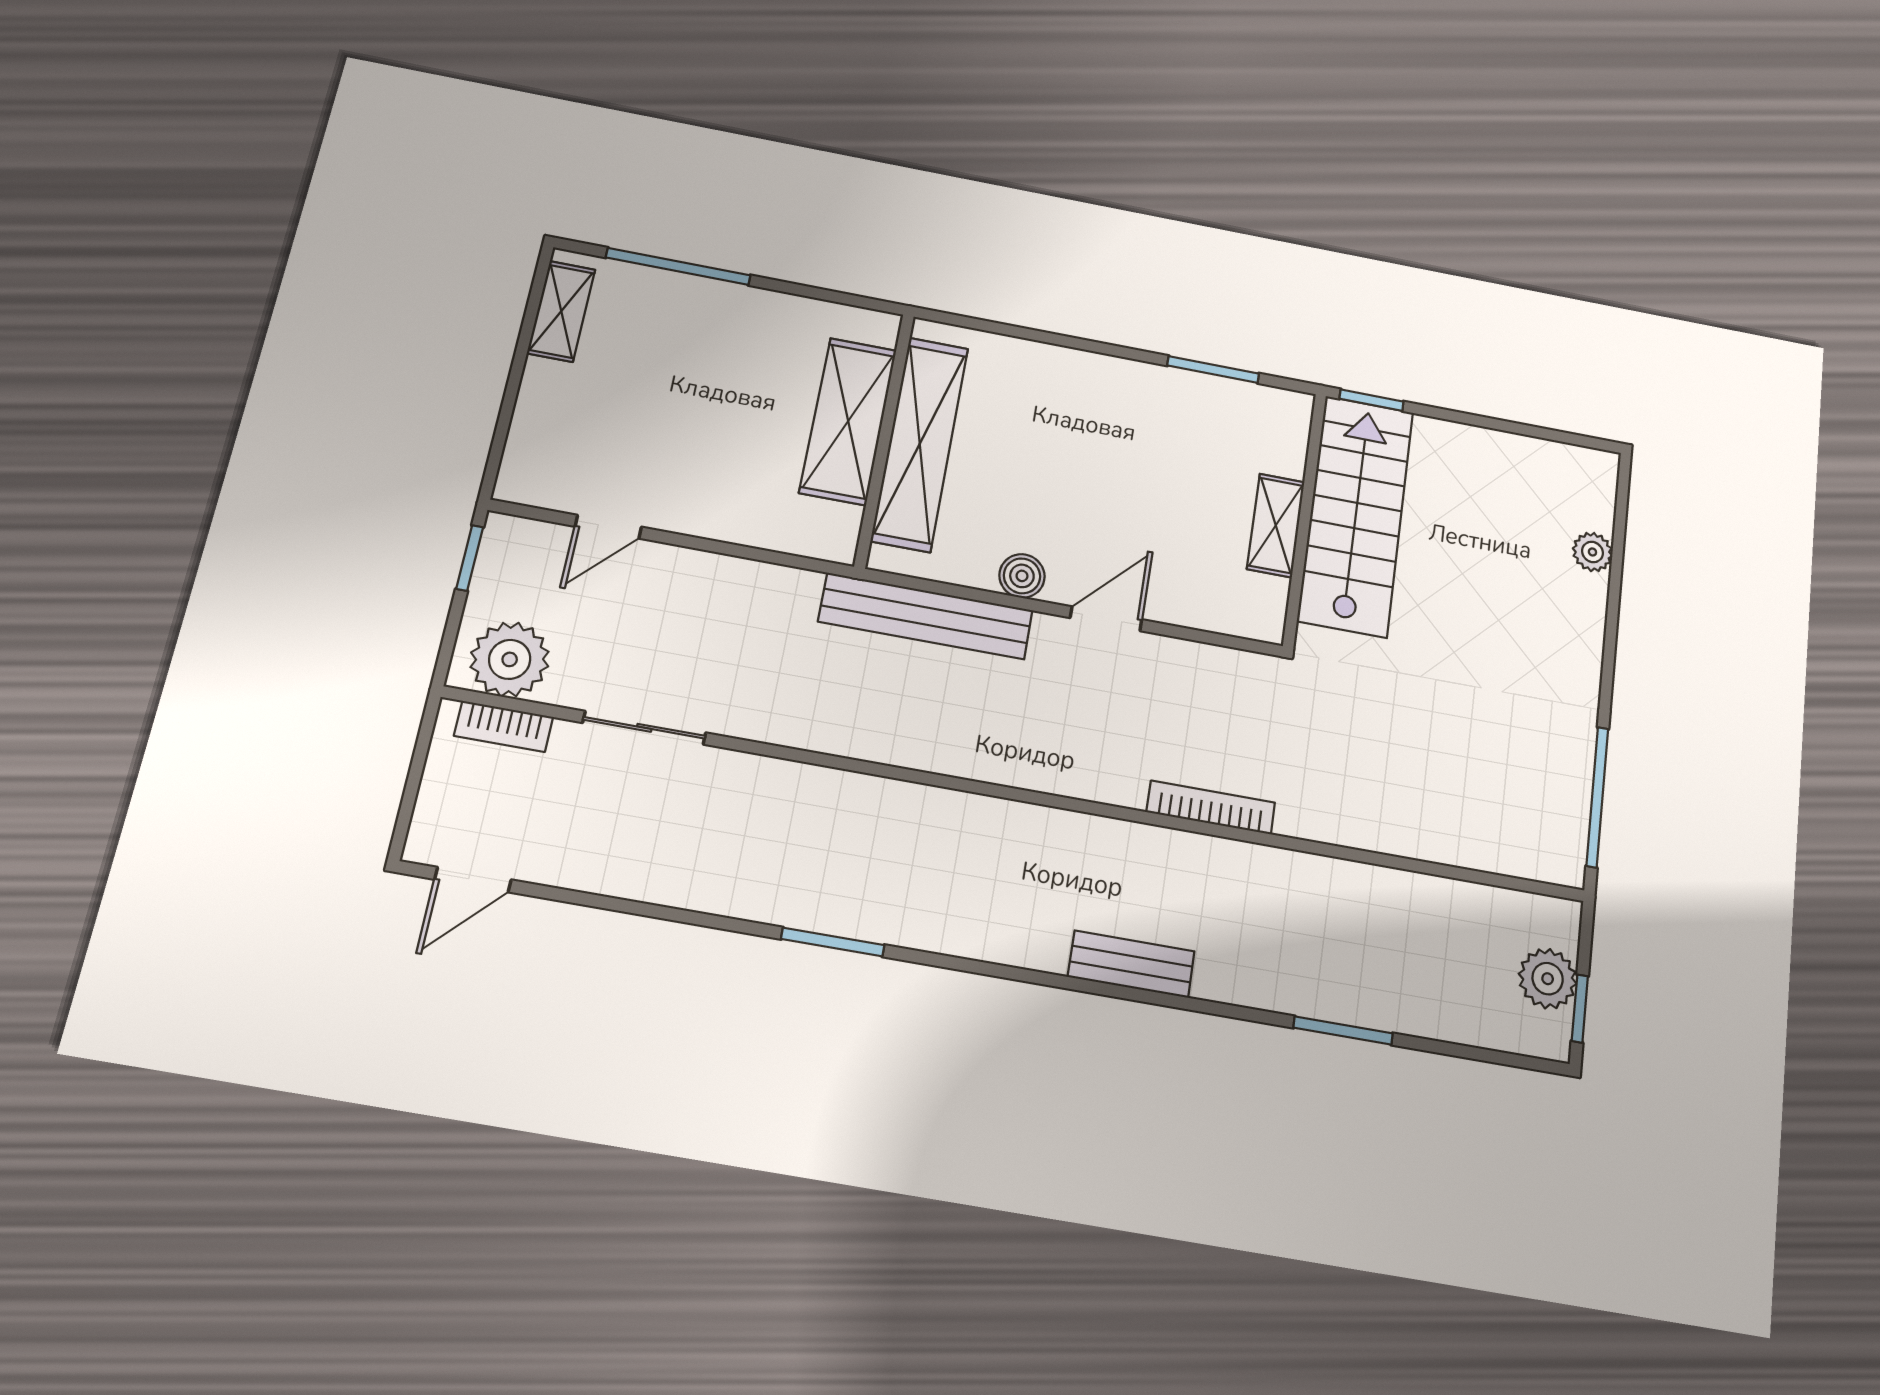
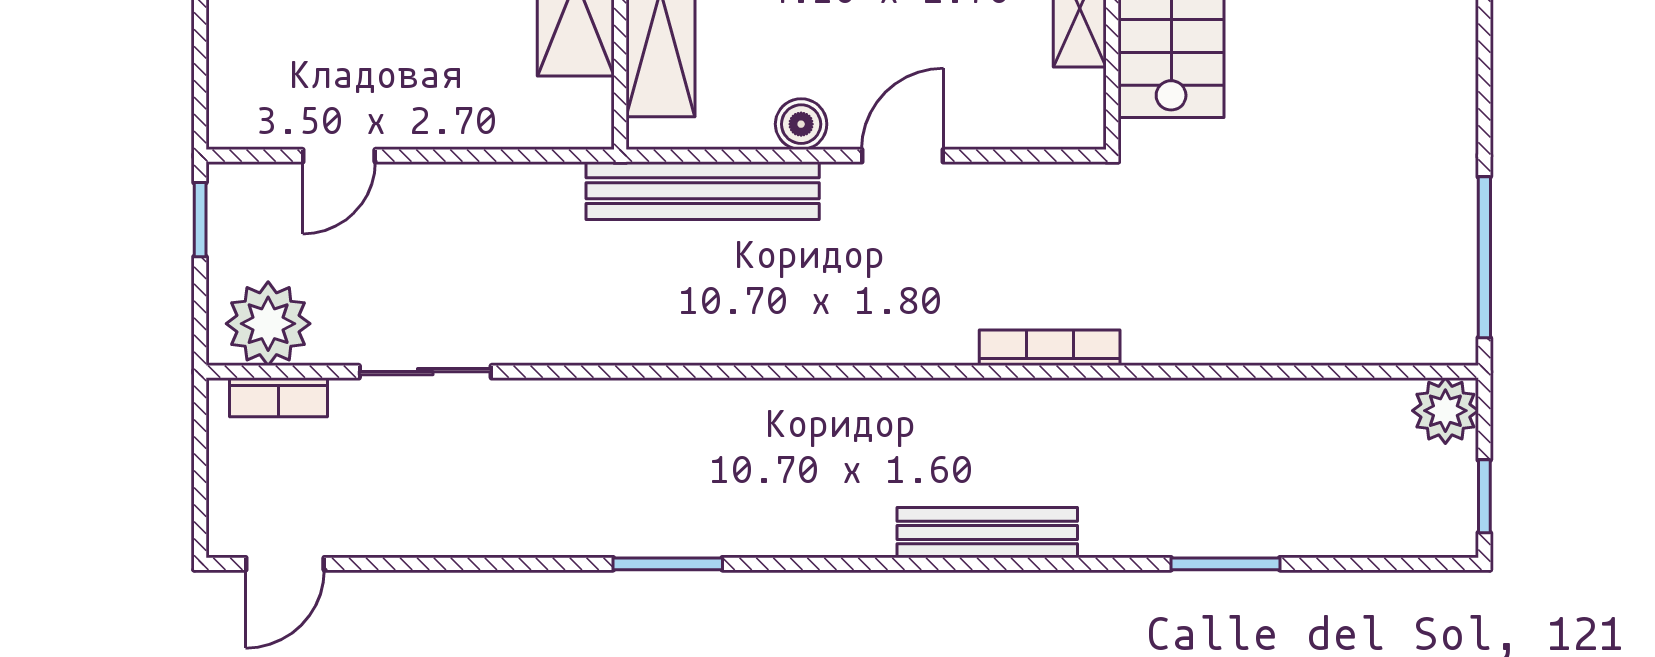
bench: (1131, 964) -> (987, 533), width x1.36
plant: (1548, 979) -> (1445, 411), moved

